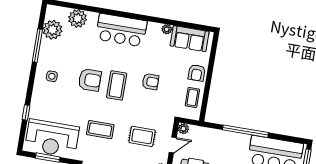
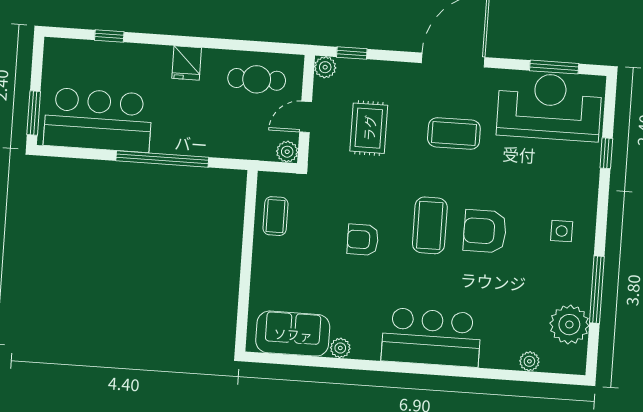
plant: (78, 18) -> (529, 361), width x0.53, depth x0.53
armchair: (197, 73) -> (272, 266), removed
rug: (142, 136) -> (369, 128), turned 90

